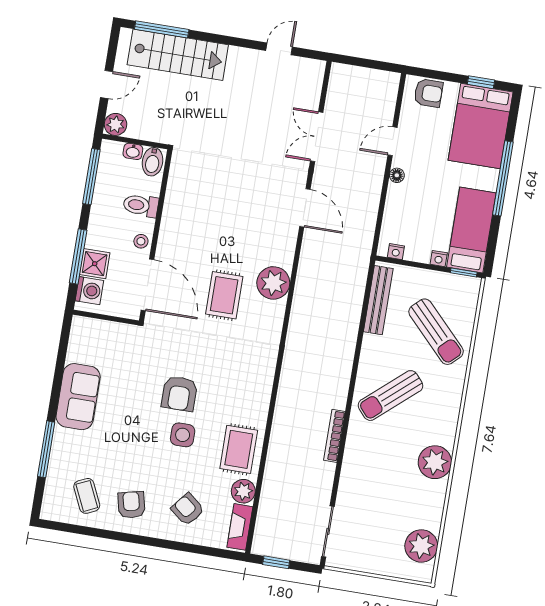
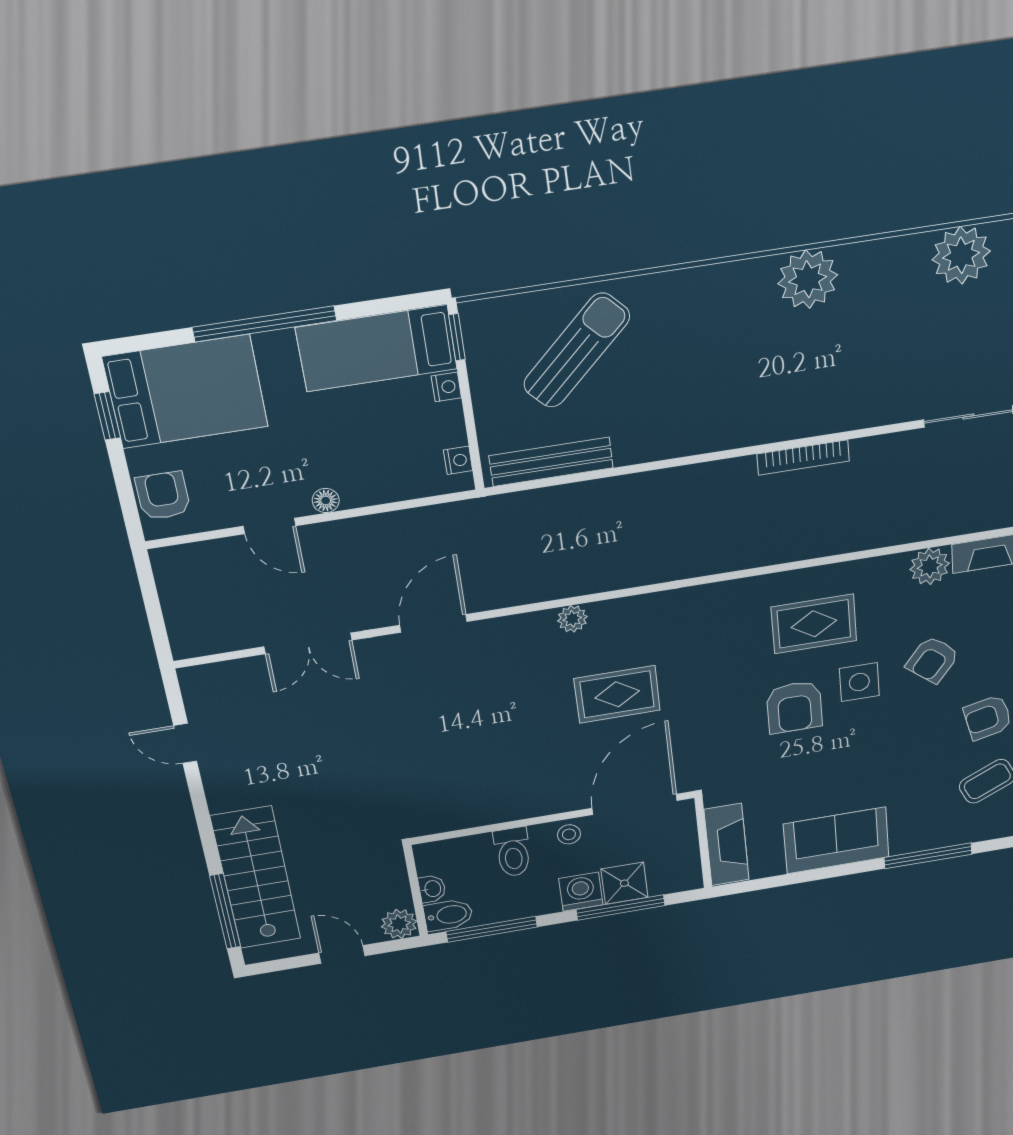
bidet: (153, 162) -> (448, 915), moved
plant: (273, 283) -> (572, 619), width x0.53, depth x0.53
washing machine: (89, 291) -> (581, 892), moved
fireplace: (99, 331) -> (727, 845), added
armchair: (179, 394) -> (794, 707), turned 90
sun lounger: (391, 396) -> (710, 390), removed
rug: (239, 449) -> (814, 624), moved
armchair: (188, 509) -> (933, 660), moved

